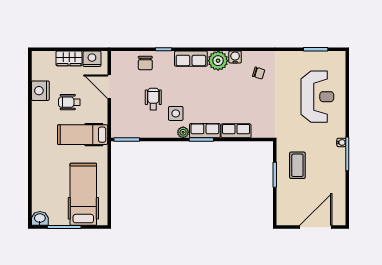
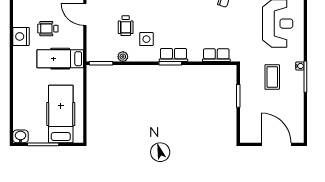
nightstand: (40, 91) -> (21, 36), moved
wheelchair: (153, 99) -> (126, 26), turned 180
row of seats: (236, 131) -> (216, 55), moved
plant: (183, 132) -> (123, 57), moved
coffee table: (297, 165) -> (272, 77), moved
door: (316, 227) -> (276, 144), hinge flipped

